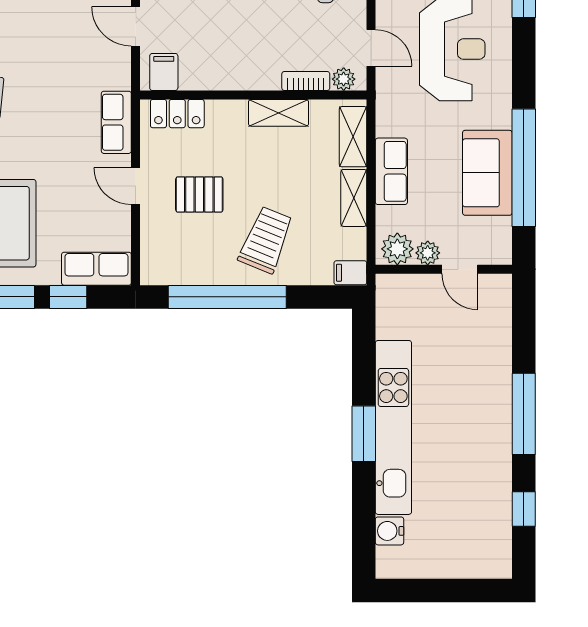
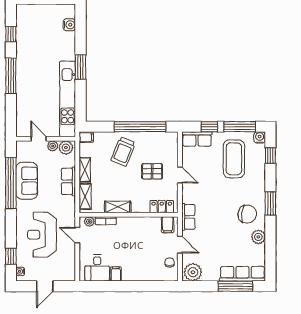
row of seats: (116, 122) -> (188, 217), moved
kitchen unit: (393, 427) -> (68, 99), moved

